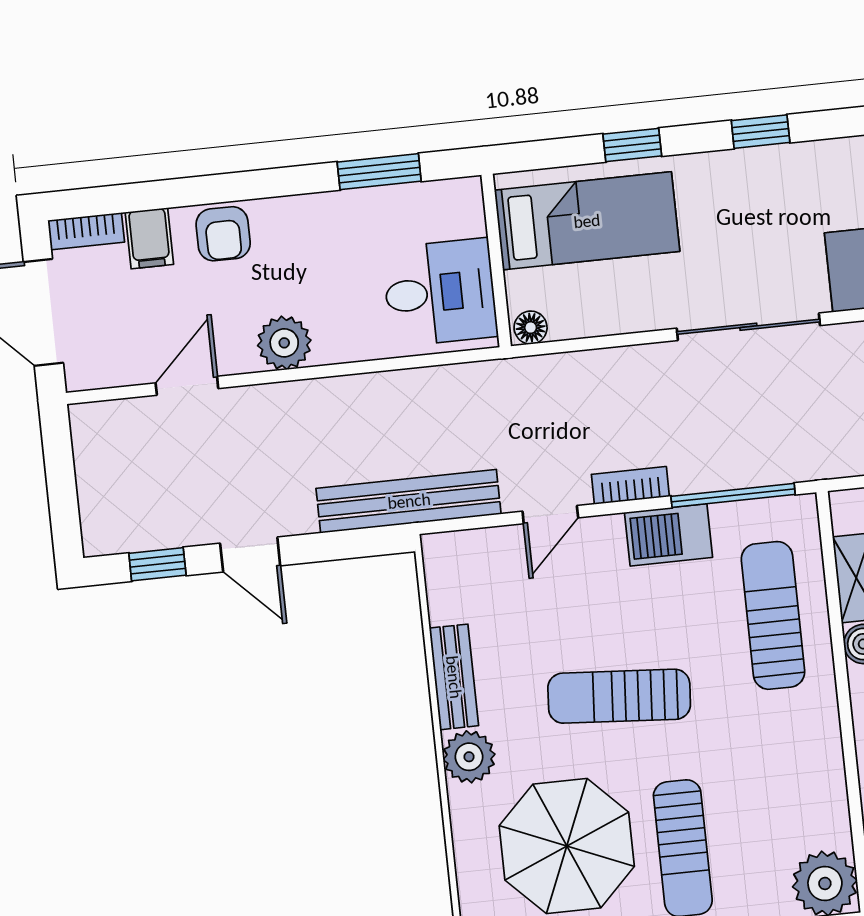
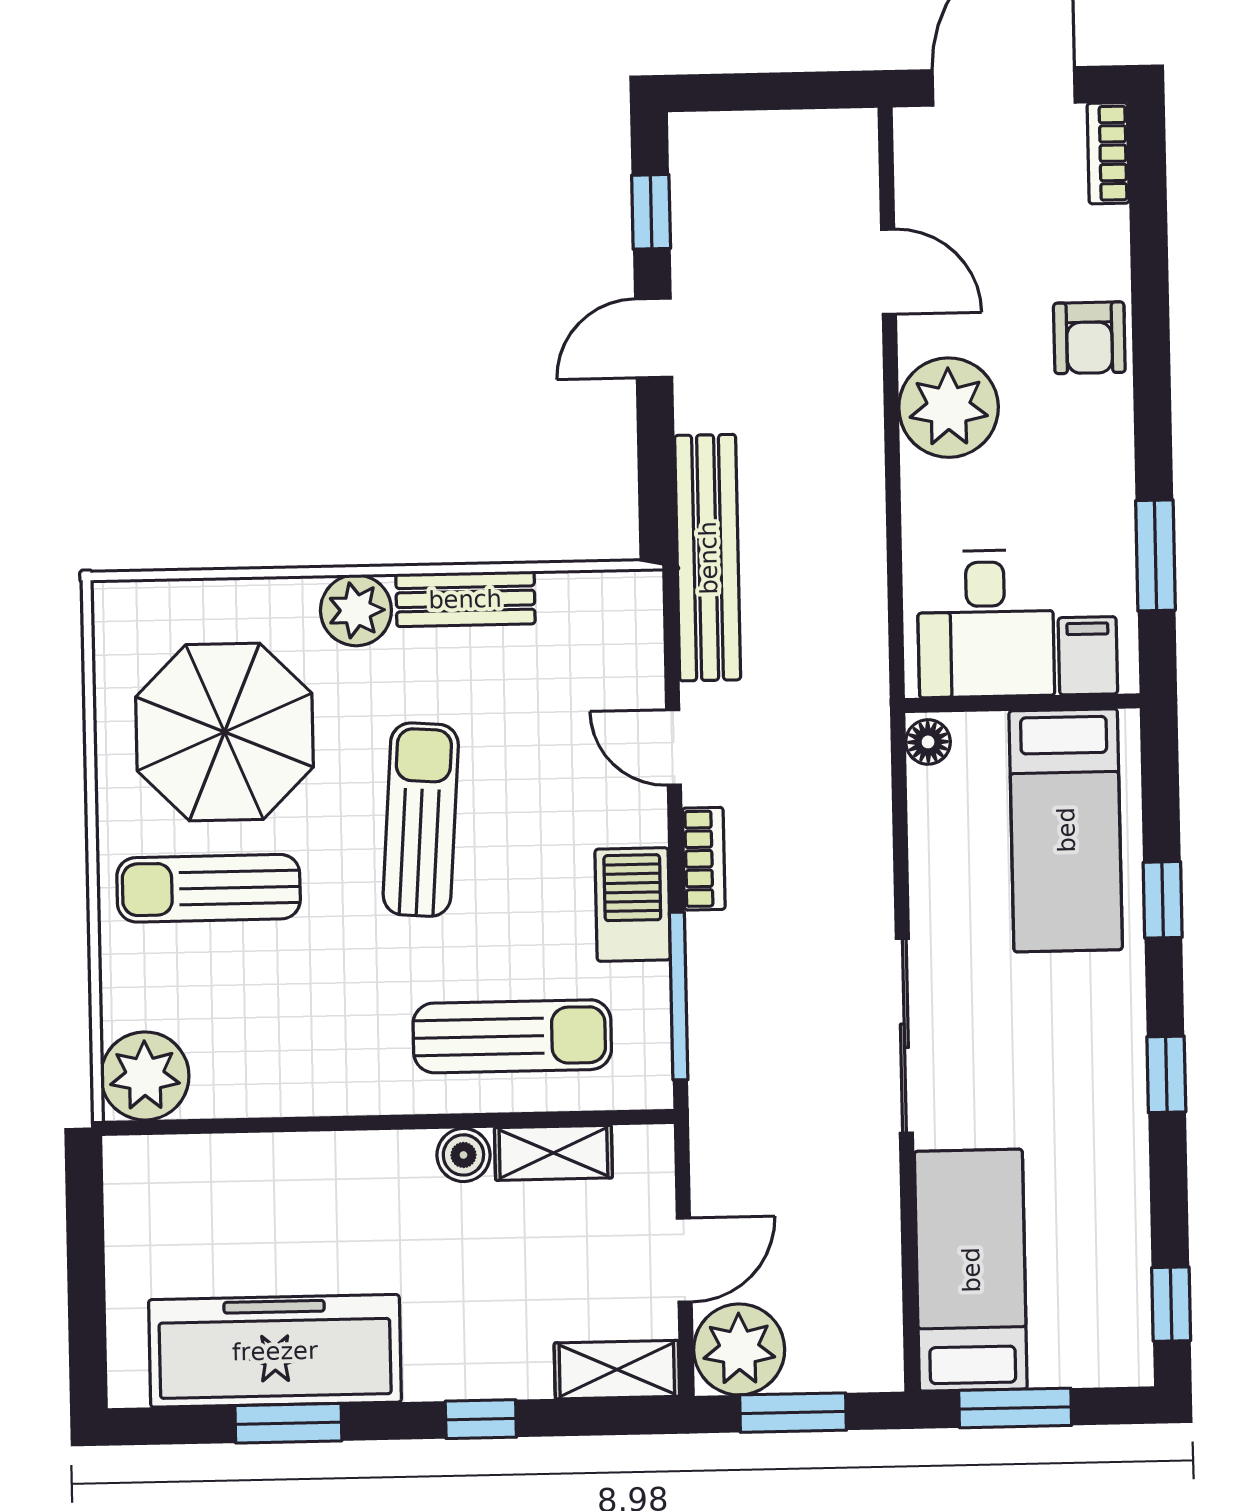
armchair: (223, 234) -> (1089, 338), turned -90
filing cabinet: (149, 238) -> (1088, 656), moved, turned 90
plant: (284, 343) -> (949, 408), width x1.36, depth x1.36

